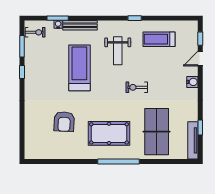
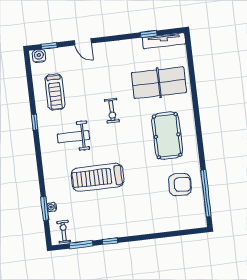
bench: (80, 25) -> (50, 182), removed
weight bench: (118, 51) -> (73, 137), turned 180
door: (200, 59) -> (83, 42), moved
water cooler: (192, 82) -> (39, 56), moved
armchair: (64, 122) -> (180, 185), moved
window: (118, 162) -> (206, 193), moved

